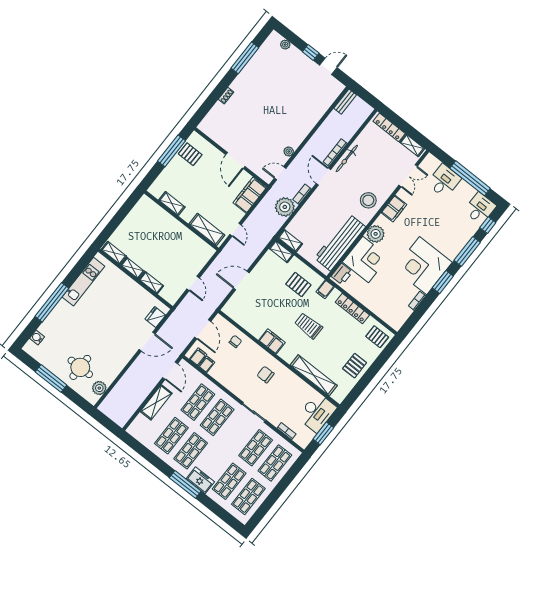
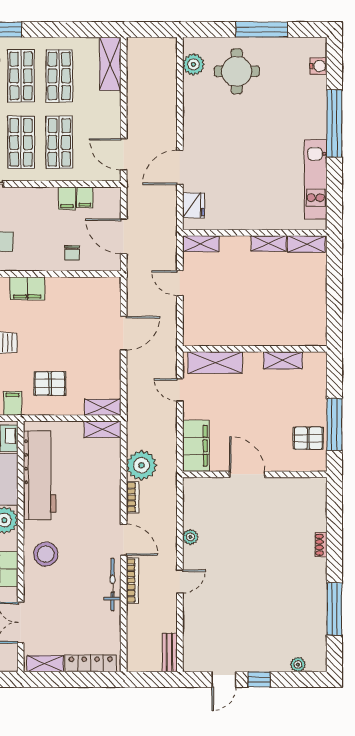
door: (280, 173) -> (180, 581), moved
shelving: (151, 283) -> (201, 244), moved
filing cabinet: (198, 357) -> (67, 198), moved
shelving: (156, 402) -> (110, 64), moved

